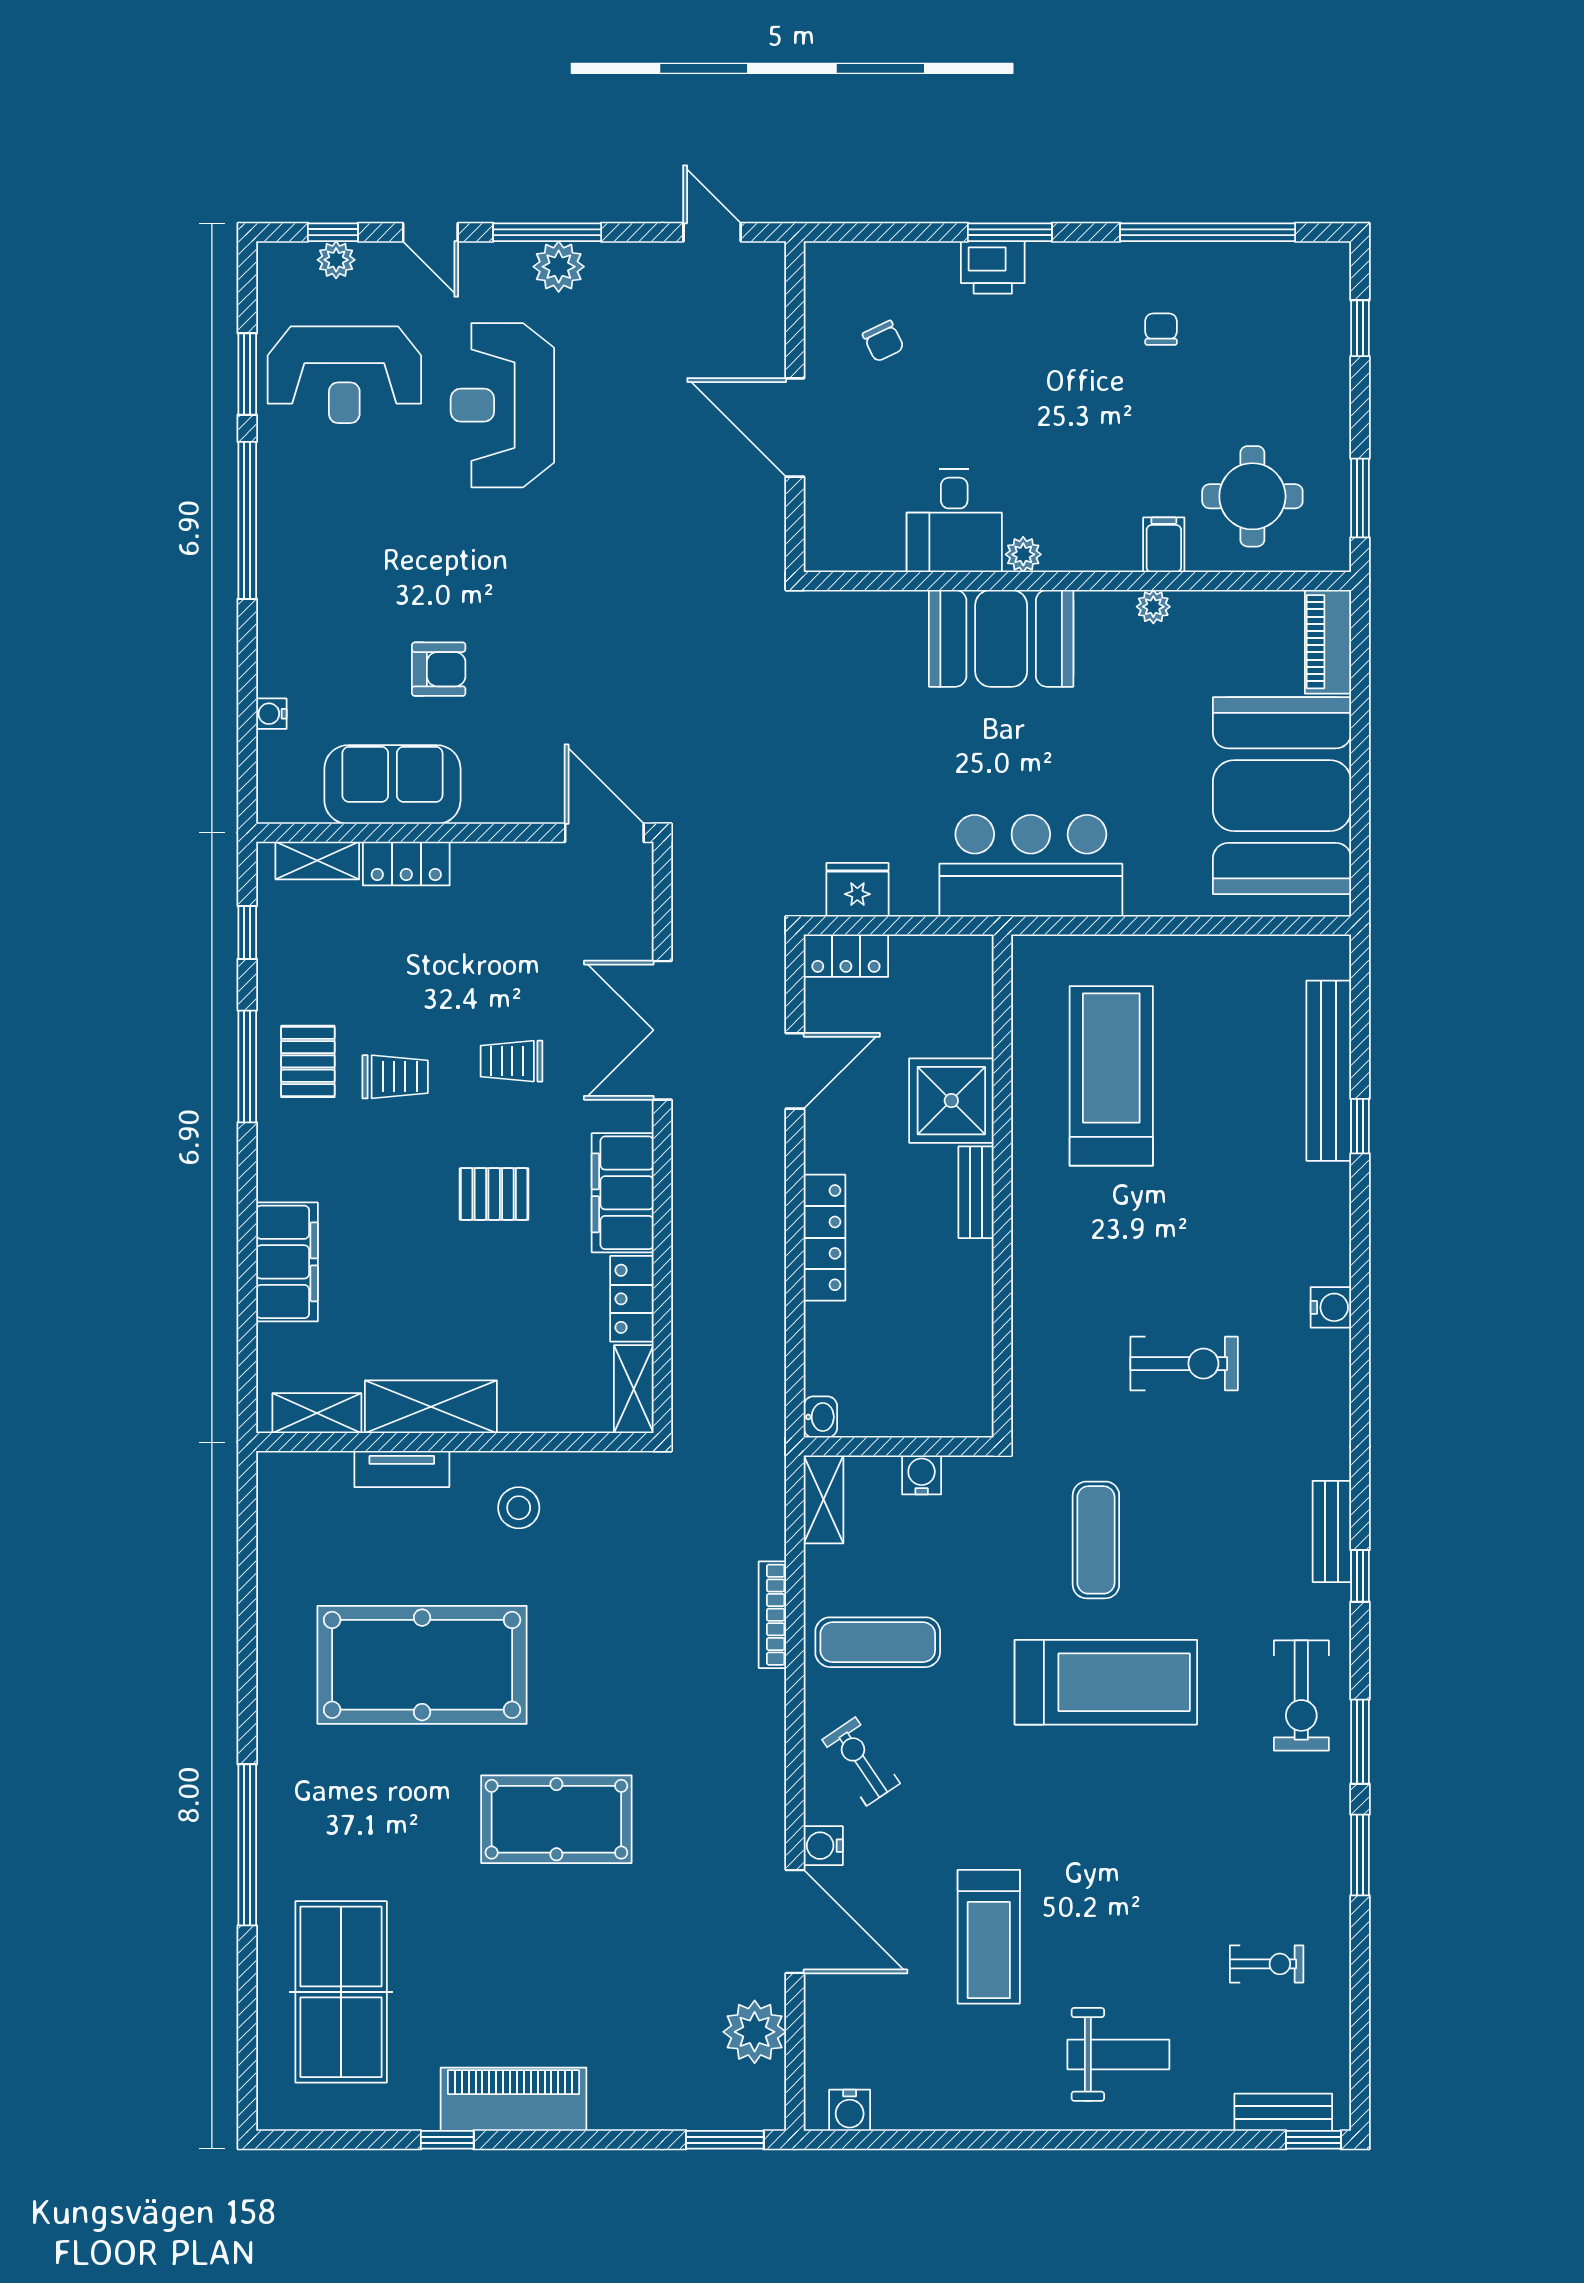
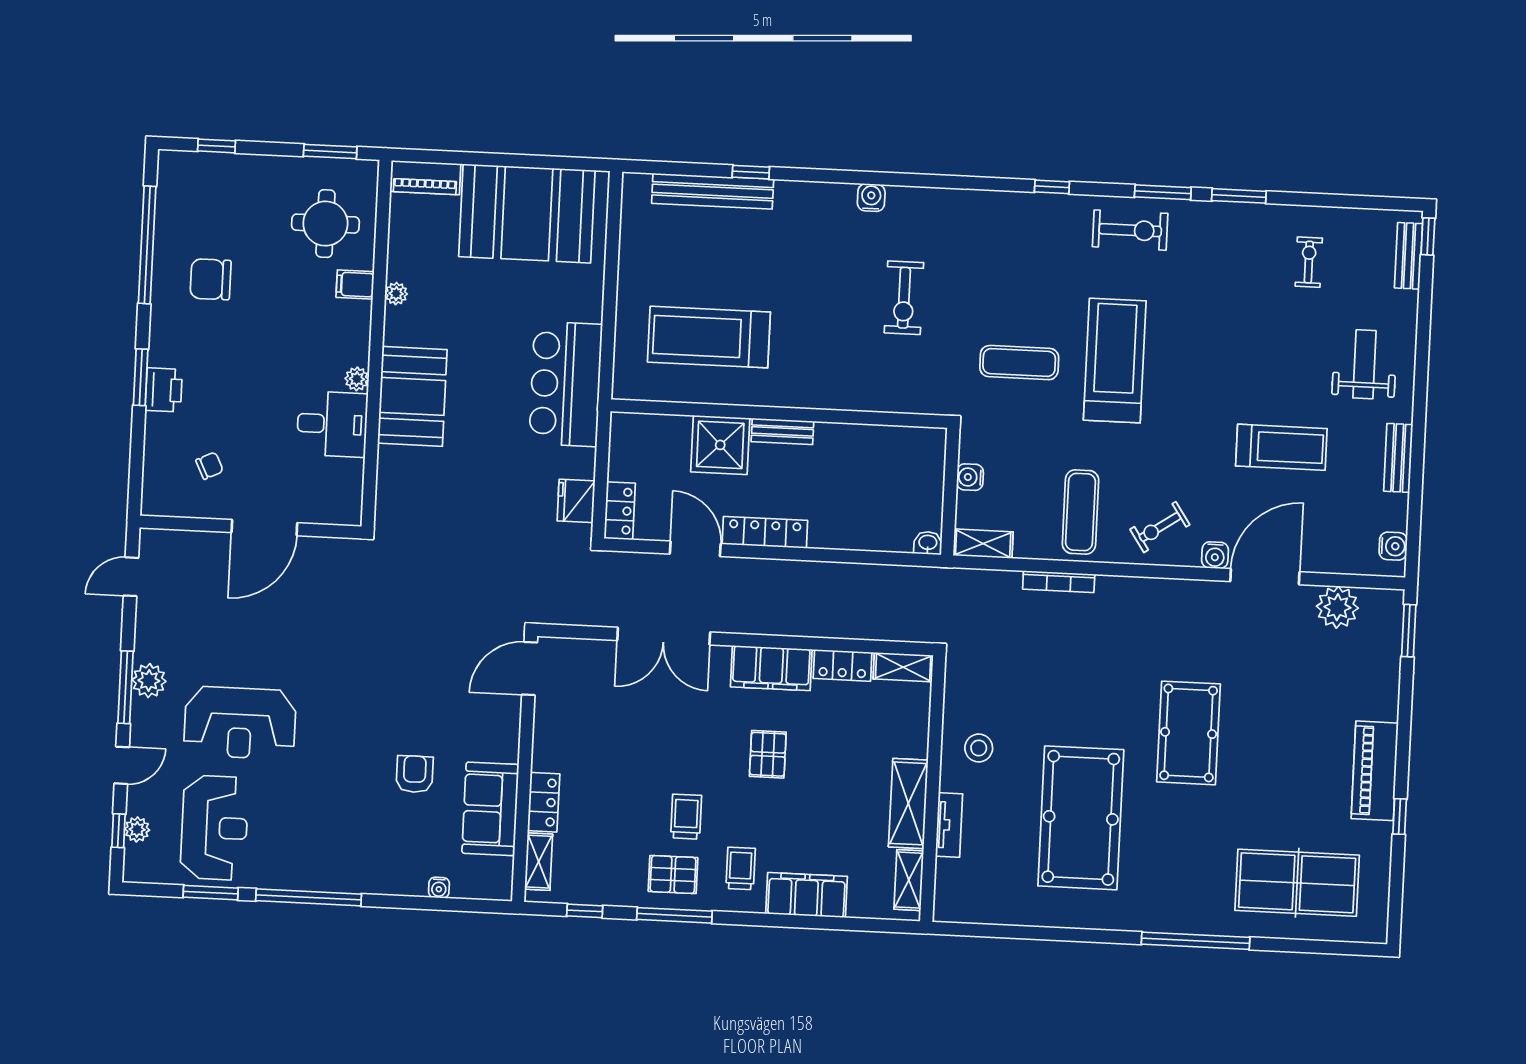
chair: (1161, 329) -> (211, 279), width x1.87, depth x1.87
trolley: (512, 1061) -> (741, 868), moved, turned 180
locker: (824, 1238) -> (765, 532), moved
exercise bike: (1184, 1364) -> (904, 298), turned 180
bench: (1332, 1531) -> (1398, 458), moved, turned 90

